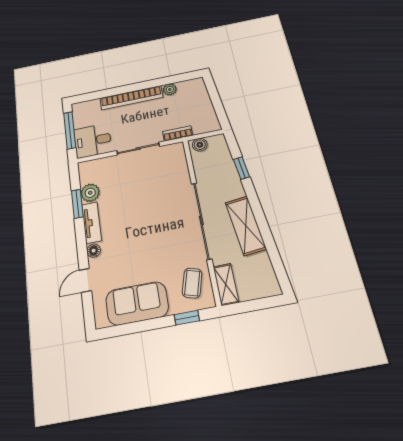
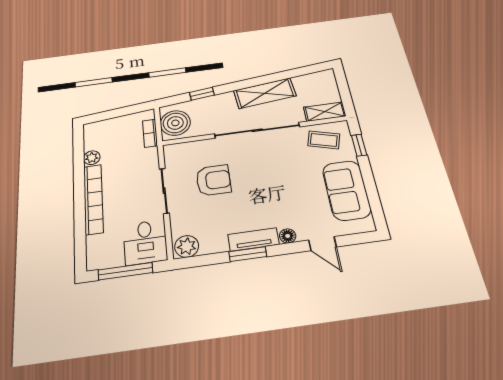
bookcase: (178, 133) -> (150, 133), moved
boiler: (200, 145) -> (175, 123), width x1.86, depth x1.86
armchair: (148, 186) -> (213, 180), added
plant: (90, 193) -> (187, 246), moved
window: (77, 204) -> (248, 254), moved

